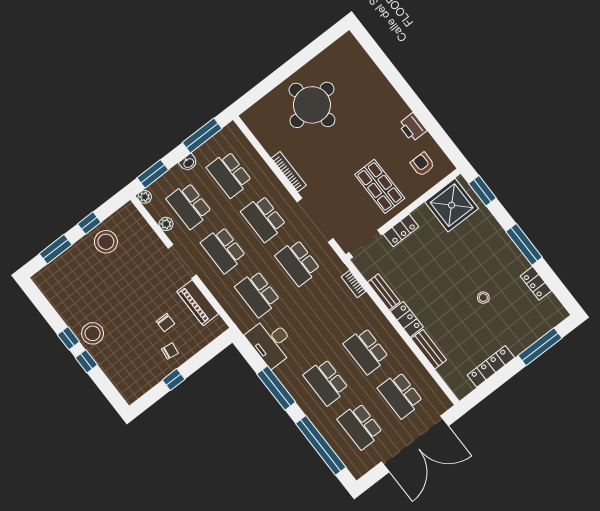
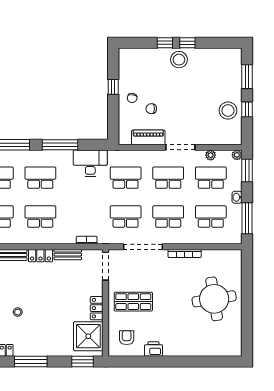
armchair: (422, 164) -> (127, 338), turned -90
locker: (401, 230) -> (97, 308), moved

